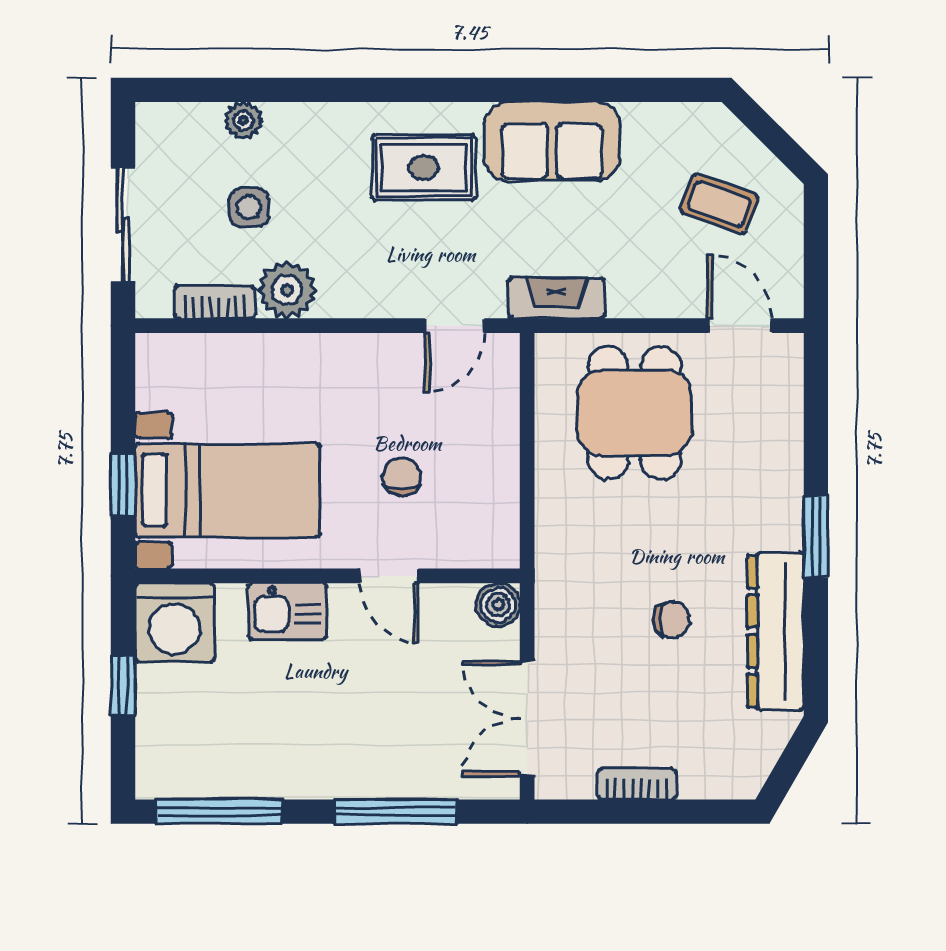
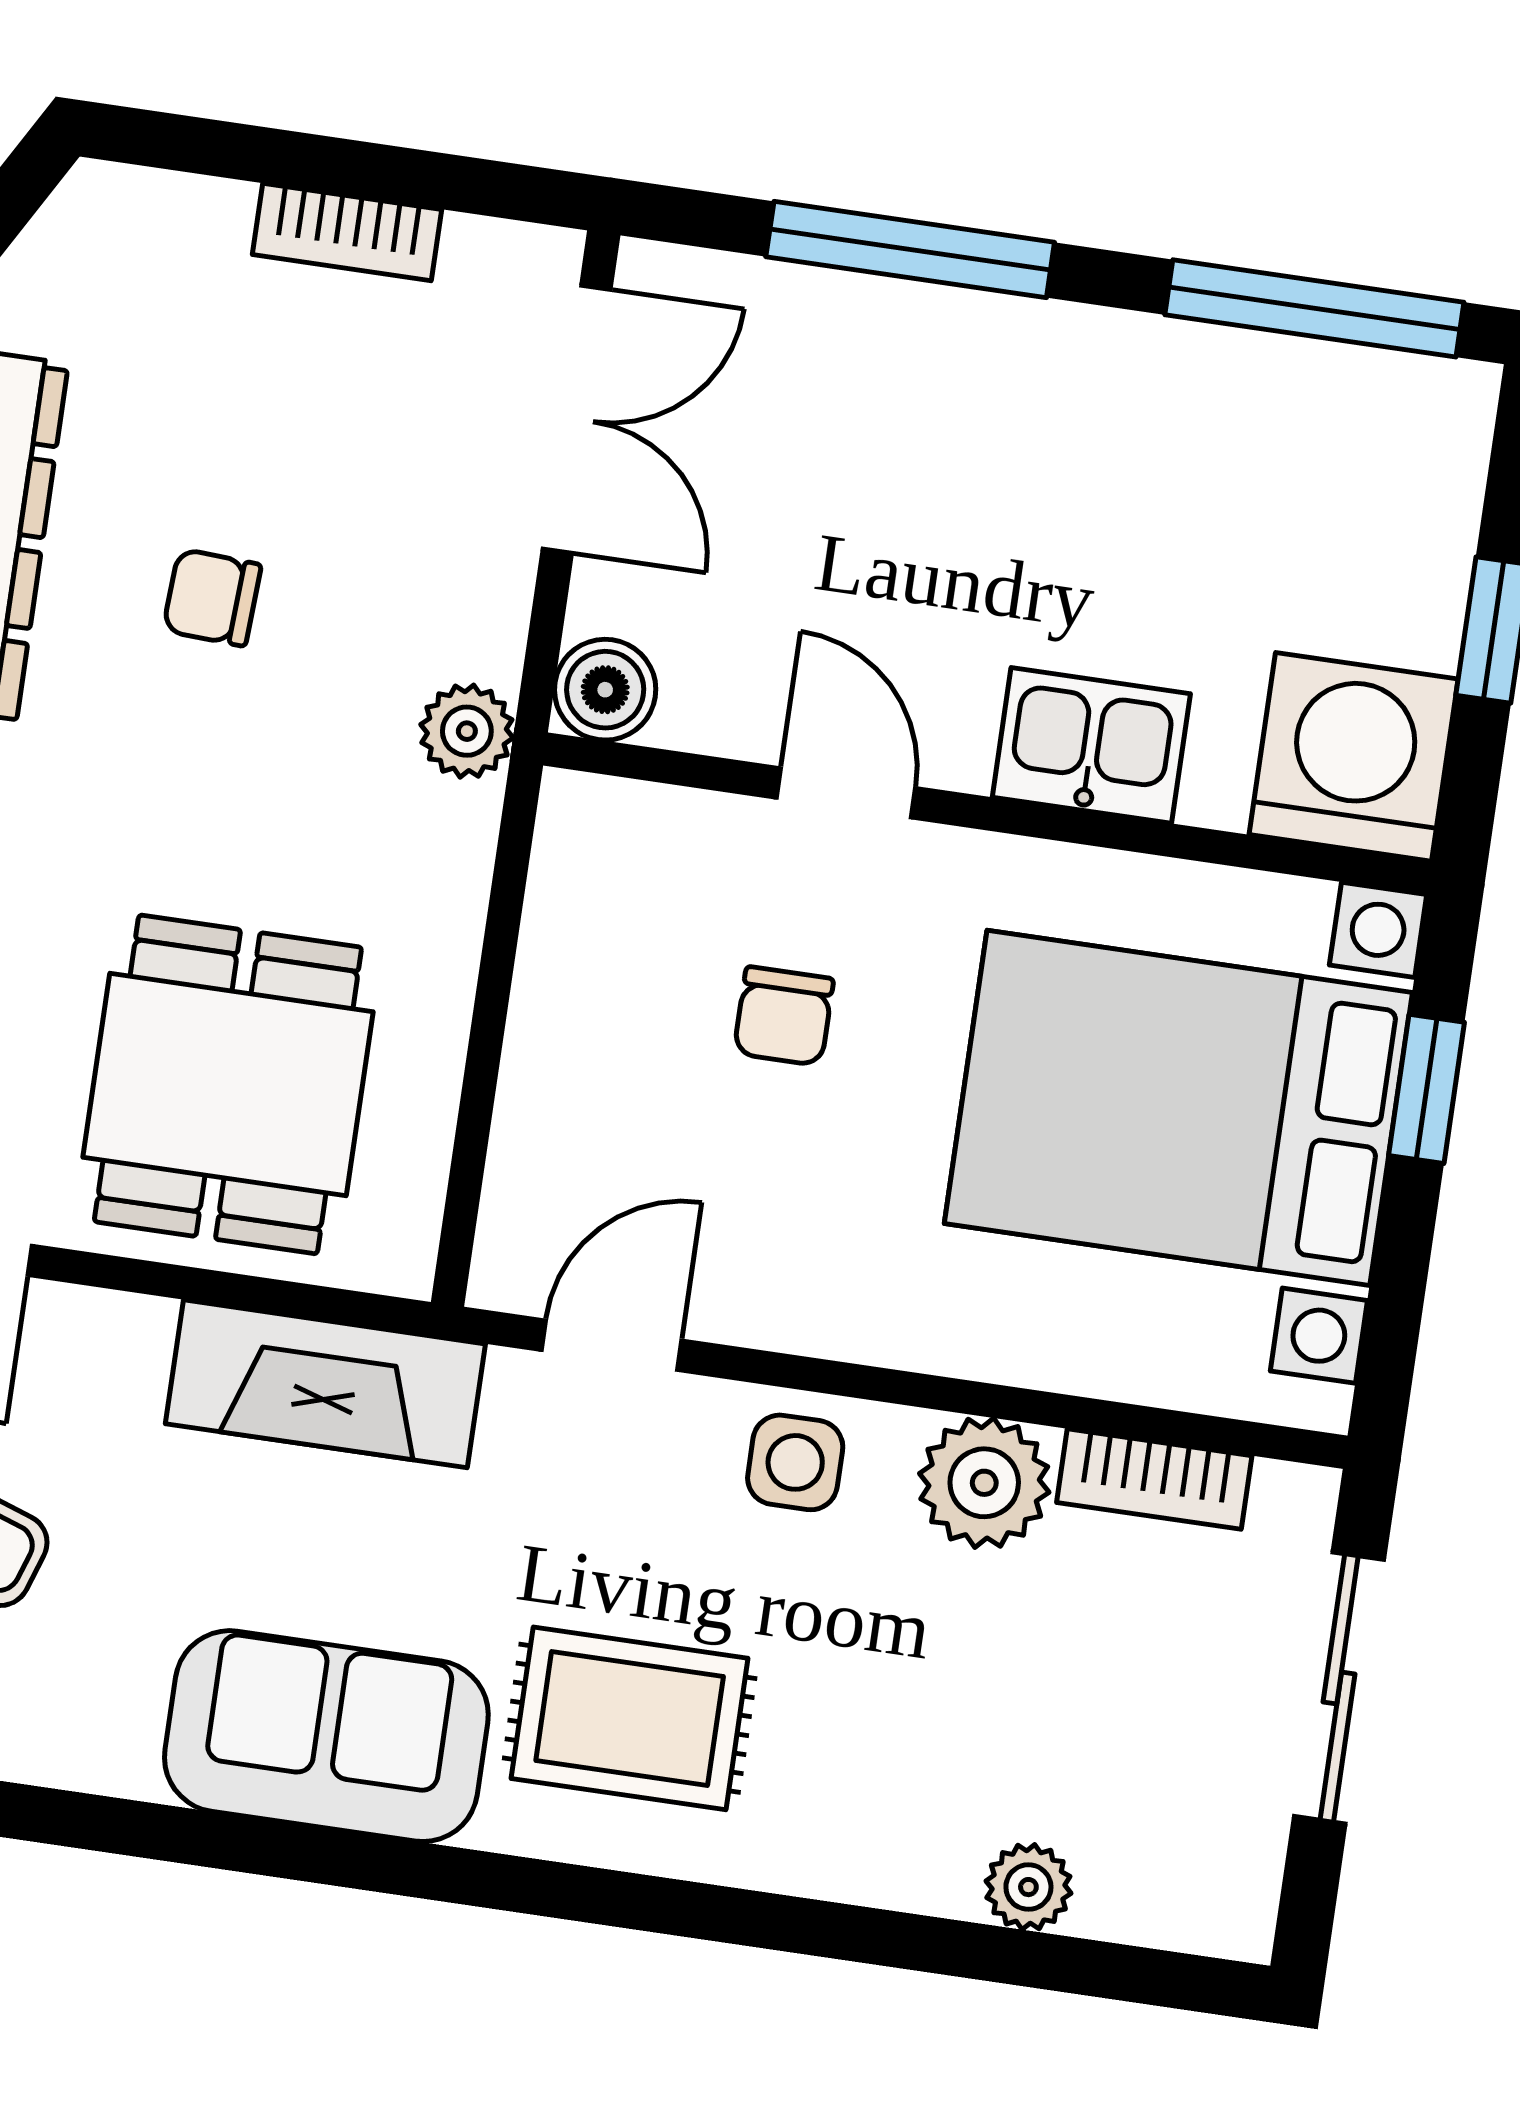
side table: (249, 208) -> (795, 1462), moved
fireplace: (557, 298) -> (325, 1384), width x1.37, depth x1.32
bed with nightstands: (228, 490) -> (1178, 1108), width x1.36
plant: (555, 579) -> (467, 731), added

